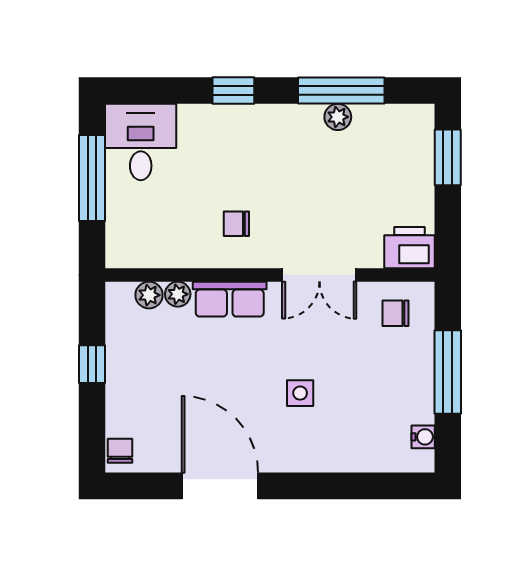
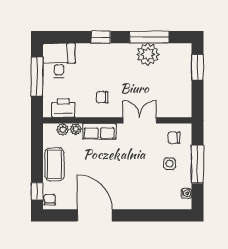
plant: (338, 117) -> (148, 54), width x1.87, depth x1.87
printer: (409, 248) -> (63, 108), moved
double door: (319, 275) -> (140, 120), swing flipped
window: (92, 364) -> (37, 191), moved
coffee table: (131, 373) -> (55, 164), added
side table: (300, 393) -> (170, 164), moved

